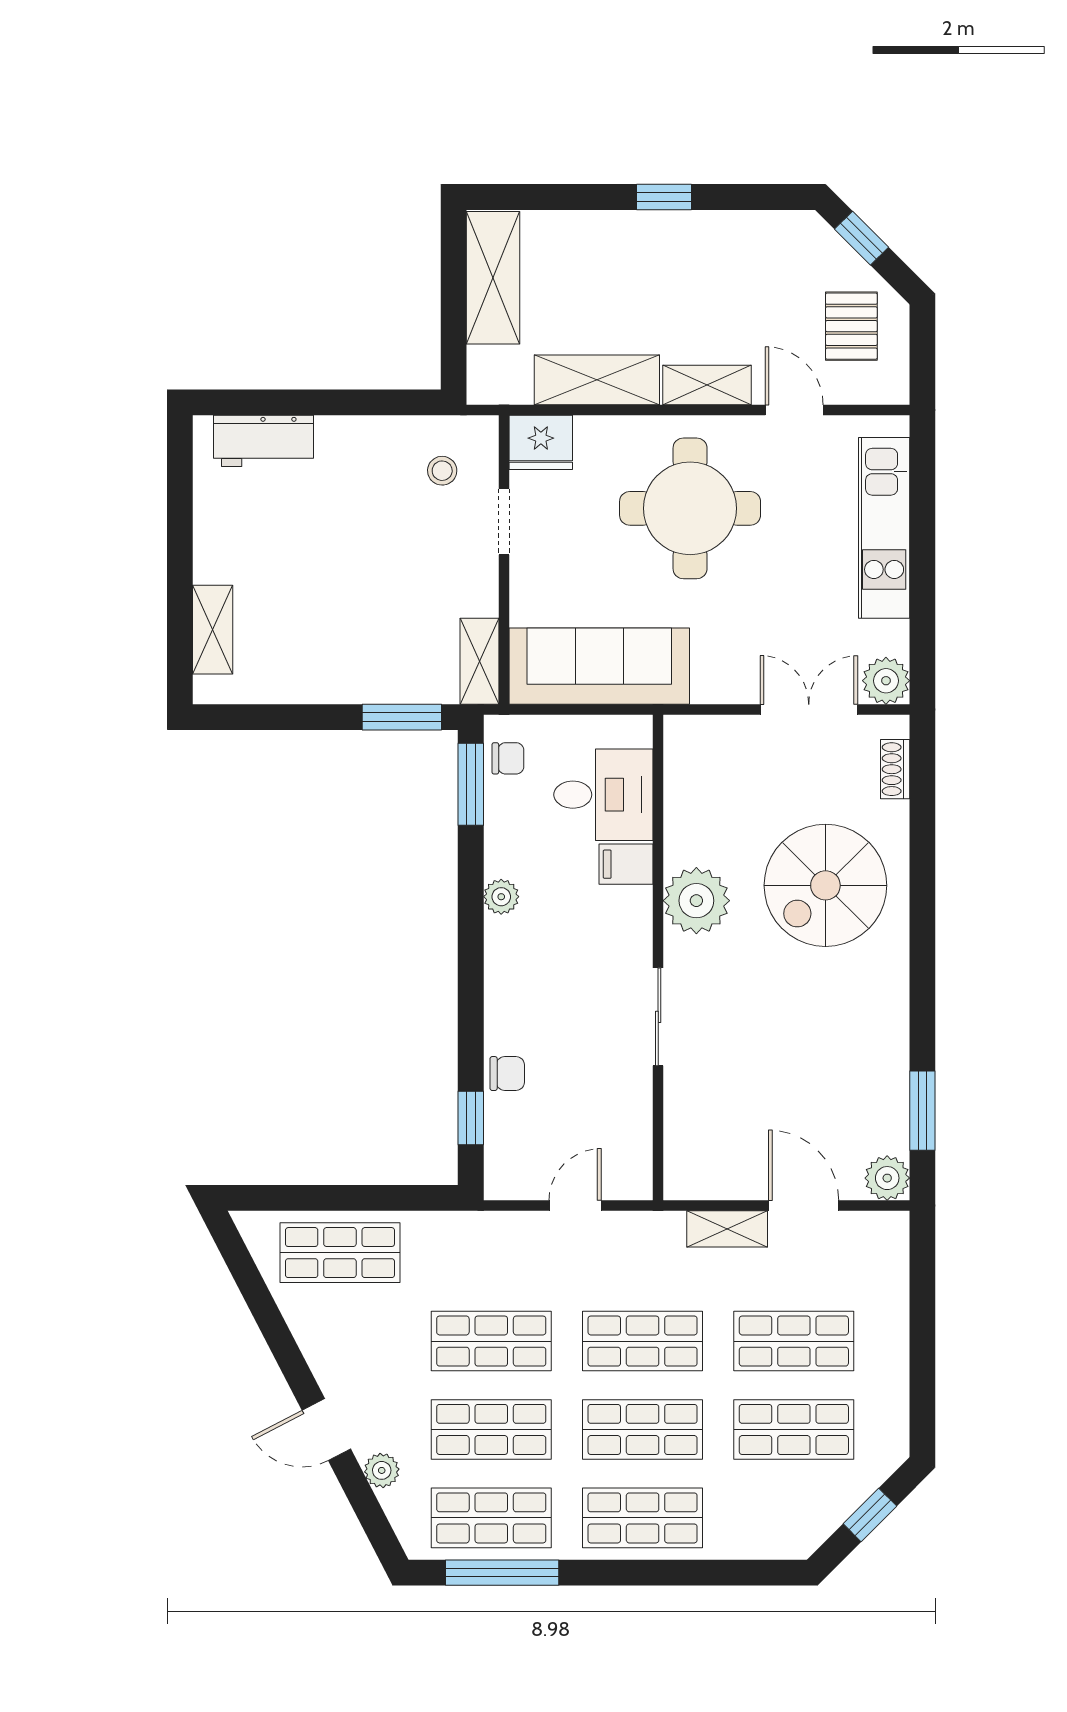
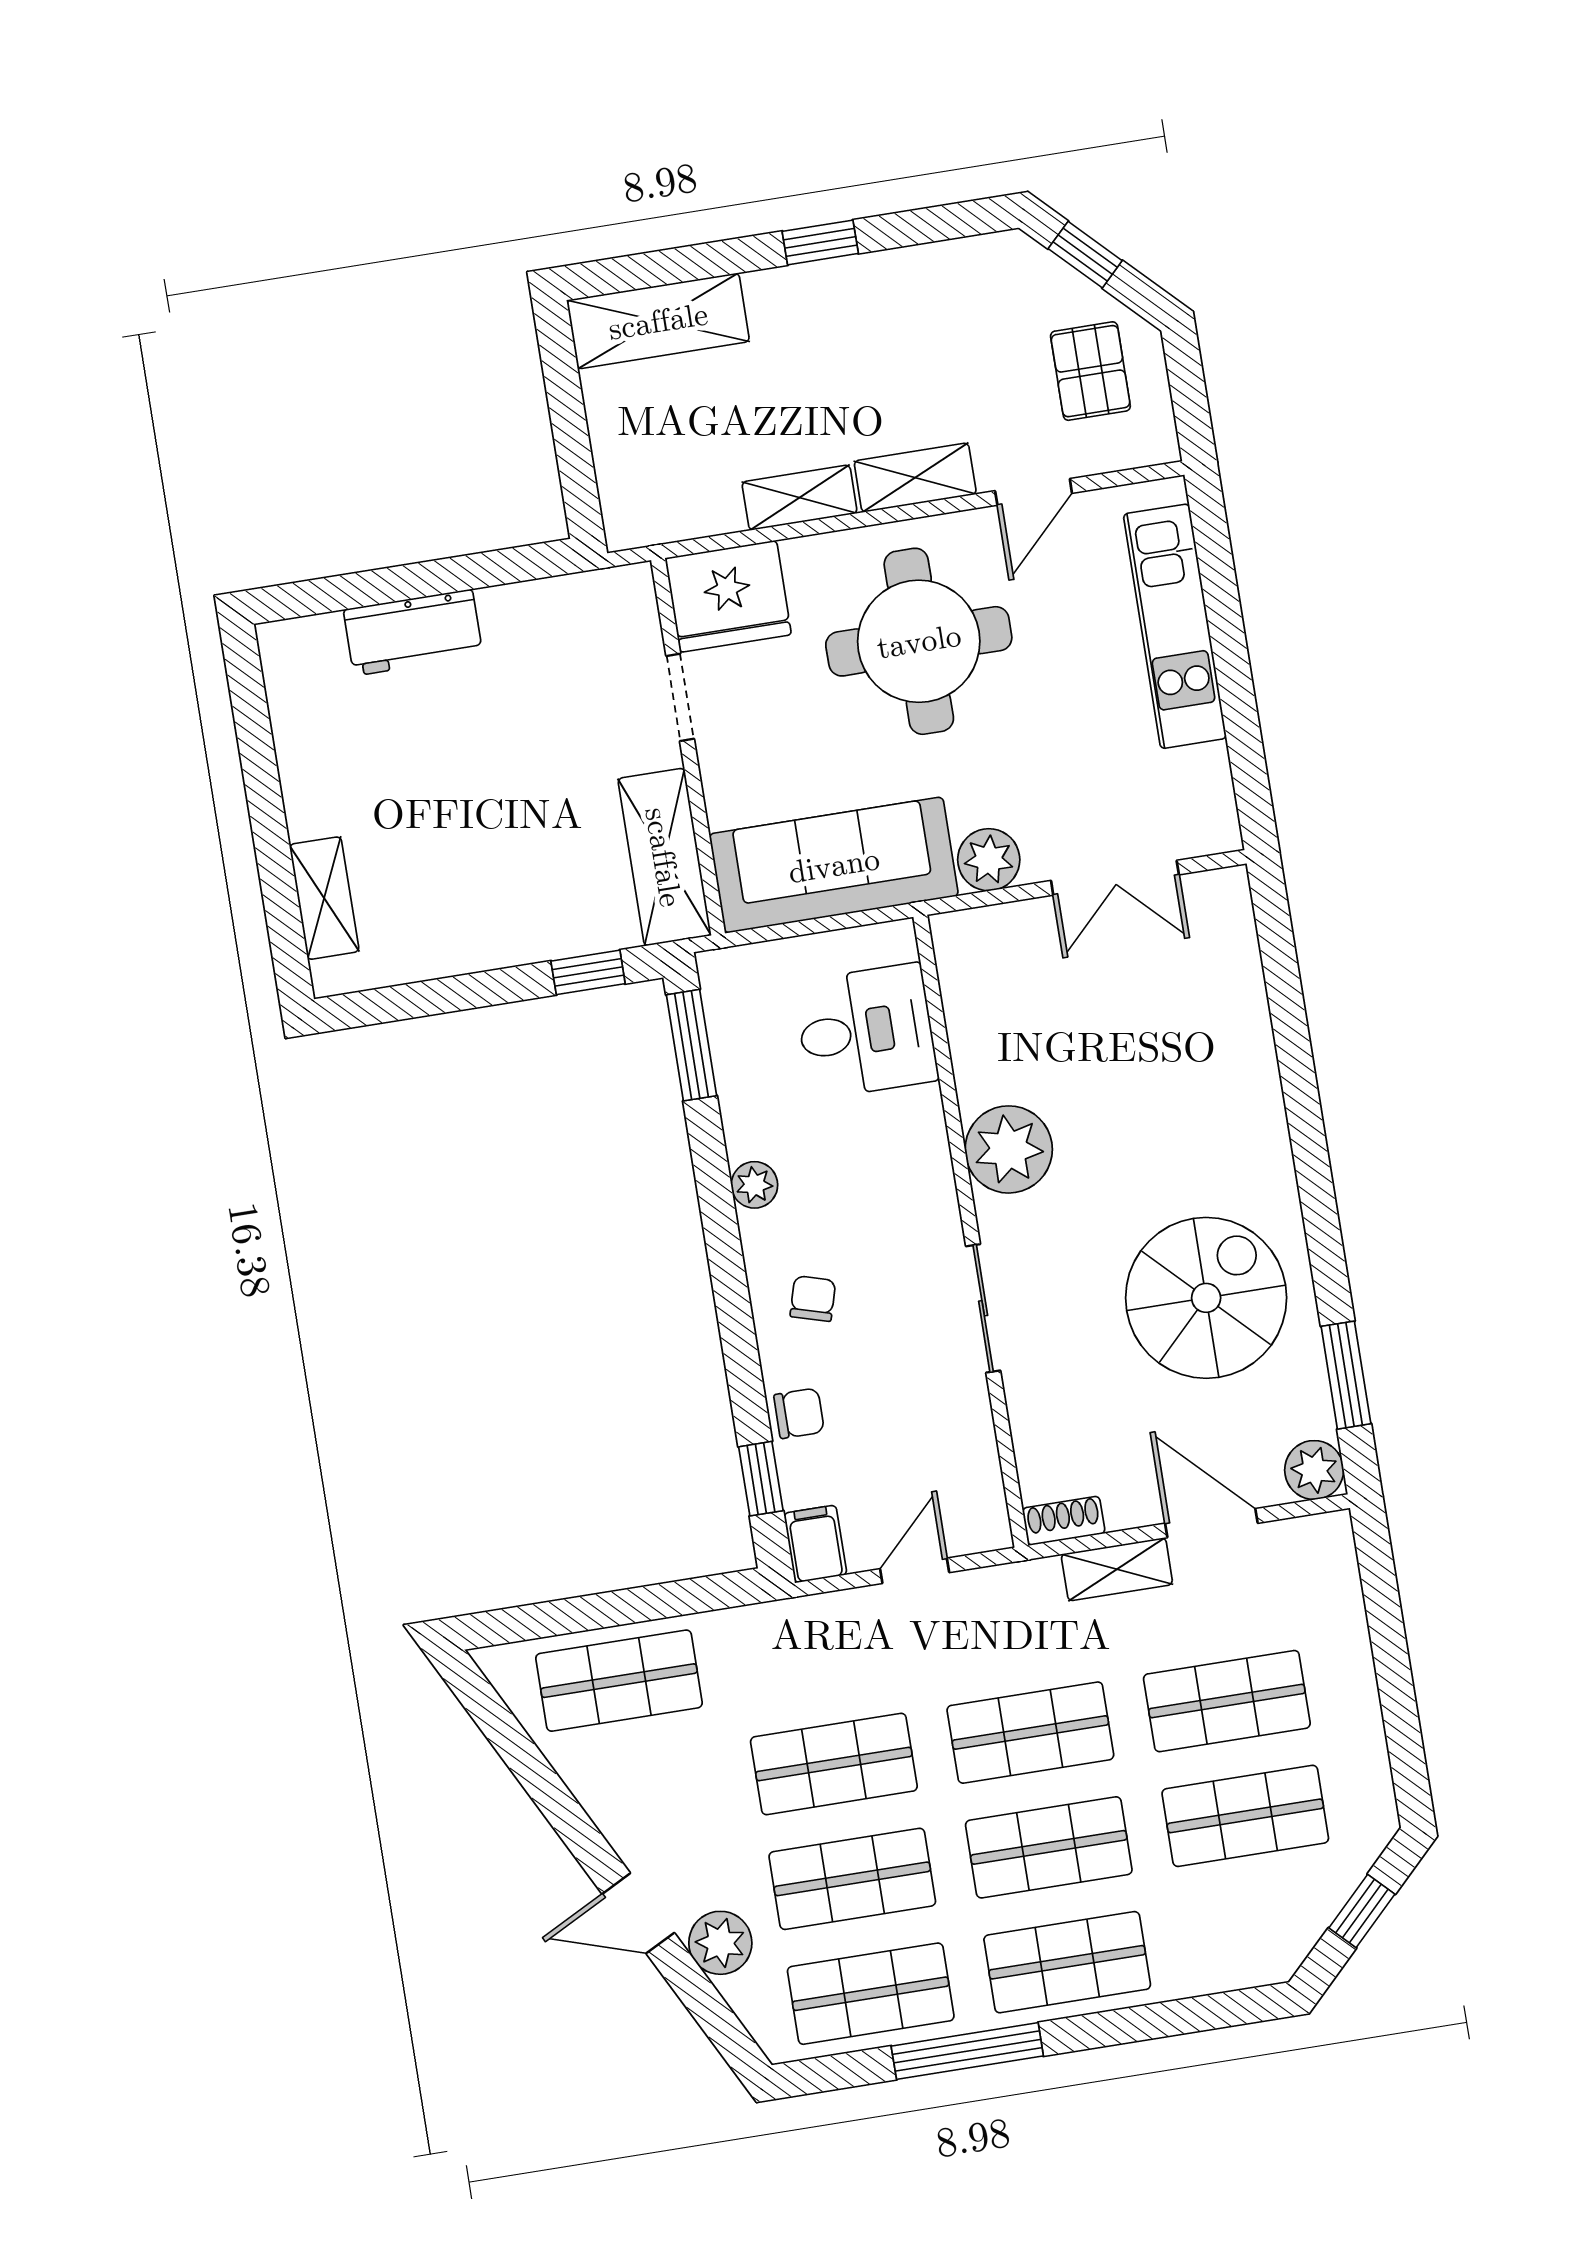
shelving: (493, 278) -> (658, 321), moved, turned 90
shelving: (597, 380) -> (800, 498), width x0.67, depth x0.75
door: (794, 410) -> (1034, 492), swing flipped
workbench: (264, 441) -> (413, 632), moved
fridge: (541, 442) -> (728, 596), width x1.36, depth x1.34
stool: (442, 471) -> (589, 644), removed
shelving: (480, 661) -> (664, 857), width x1.50, depth x1.33
plant: (886, 681) -> (989, 860), moved
double door: (809, 709) -> (1115, 878), swing flipped
window: (402, 717) -> (588, 972), width x0.67
chair: (508, 758) -> (813, 1299), moved, turned -74
shoe rack: (895, 769) -> (1064, 1521), moved, turned 90
filing cabinet: (626, 864) -> (815, 1544), moved, turned 90
spiral stairs: (825, 885) -> (1206, 1298), moved, turned 180
plant: (382, 1470) -> (720, 1943), width x1.38, depth x1.38
window: (502, 1573) -> (967, 2051), moved

